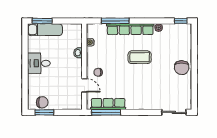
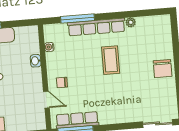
window: (181, 21) -> (157, 12), removed
coffee table: (140, 57) -> (111, 60), turned 90

